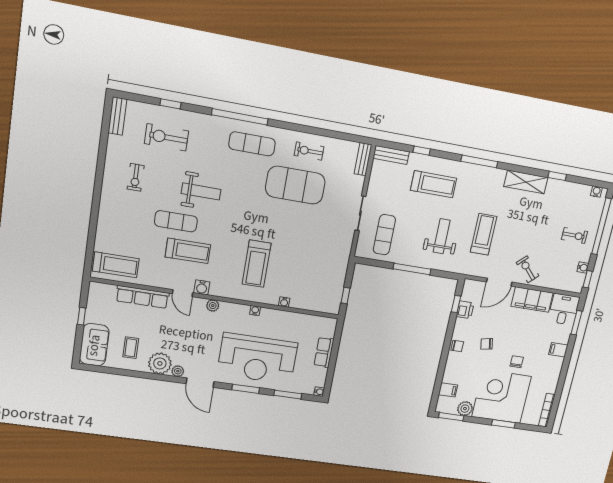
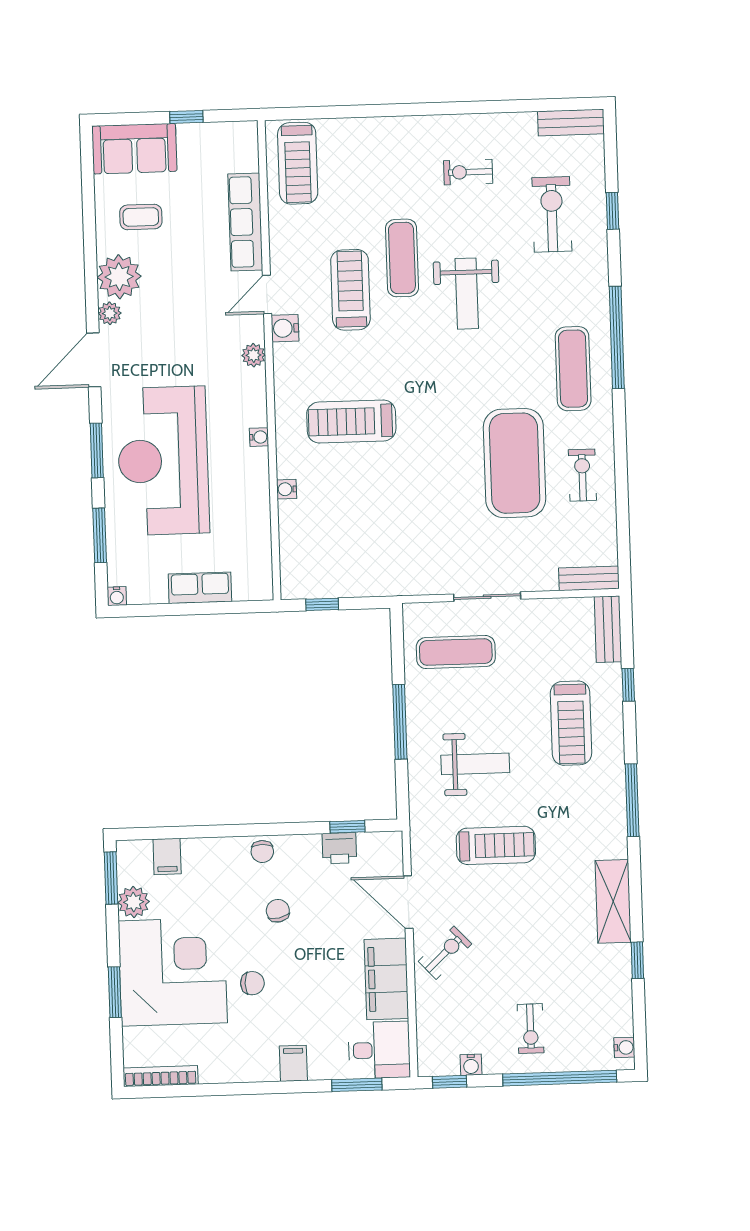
treadmill: (188, 251) -> (350, 290), turned 180

